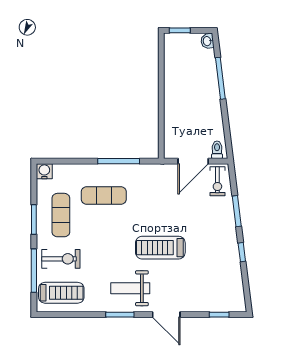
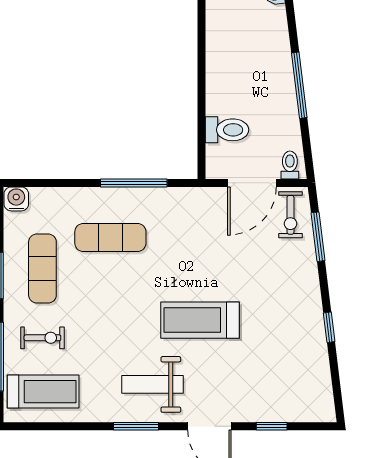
window: (220, 78) -> (299, 85), moved
toilet: (177, 128) -> (227, 130), added
window: (237, 211) -> (318, 237), moved
exercise bike: (61, 259) -> (42, 338), width x0.73, depth x0.72
window: (219, 315) -> (272, 426), moved

